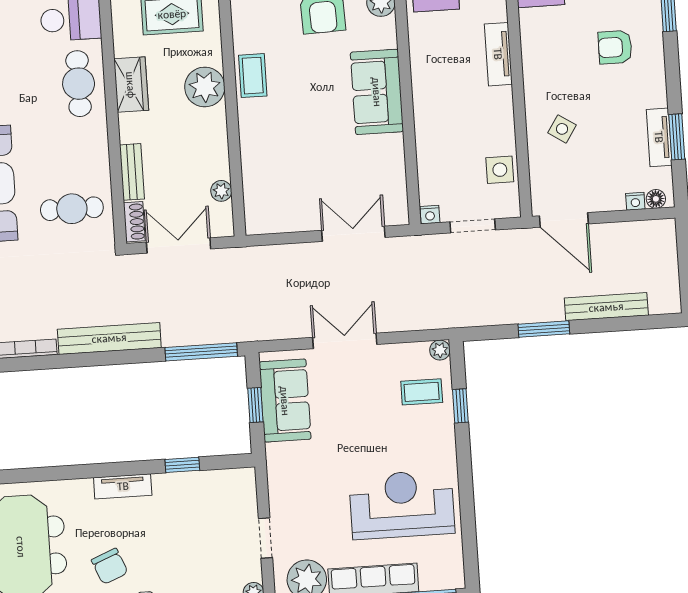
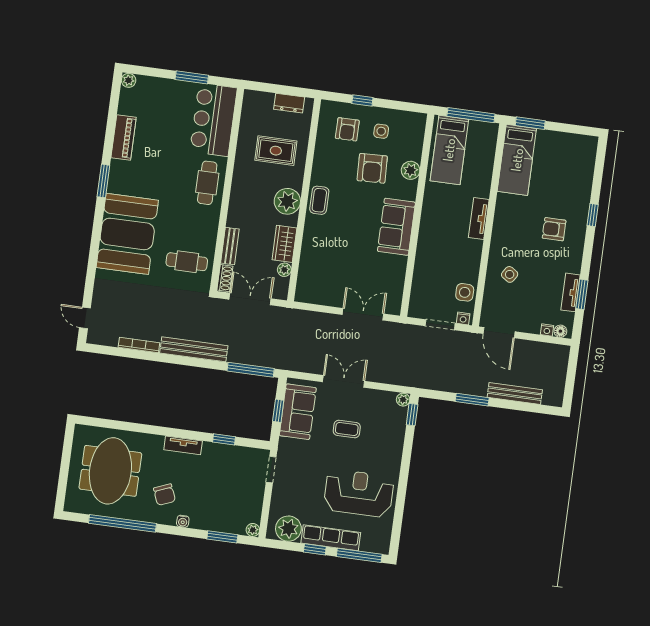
wardrobe: (131, 85) -> (284, 244), moved, turned 180
nightstand: (430, 215) -> (463, 318), moved
coffee table: (422, 392) -> (347, 429), moved
window: (460, 406) -> (412, 415), moved
doorway: (265, 538) -> (271, 470), moved

